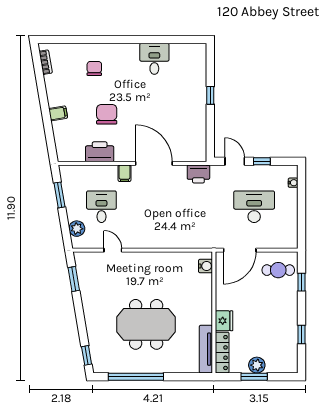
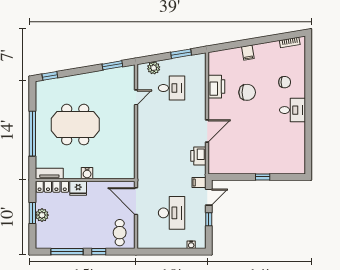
desk: (154, 59) -> (292, 110), moved
door: (154, 163) -> (207, 131), width x0.73
filing cabinet: (124, 173) -> (199, 183), moved
printer: (198, 174) -> (198, 156), moved
water cooler: (206, 266) -> (87, 173), moved
window: (301, 282) -> (99, 252), moved
meeting table: (146, 324) -> (75, 125), turned 90
window: (301, 334) -> (67, 252), width x2.17
tv unit: (206, 349) -> (49, 173), width x0.71
window: (136, 377) -> (32, 134), moved

